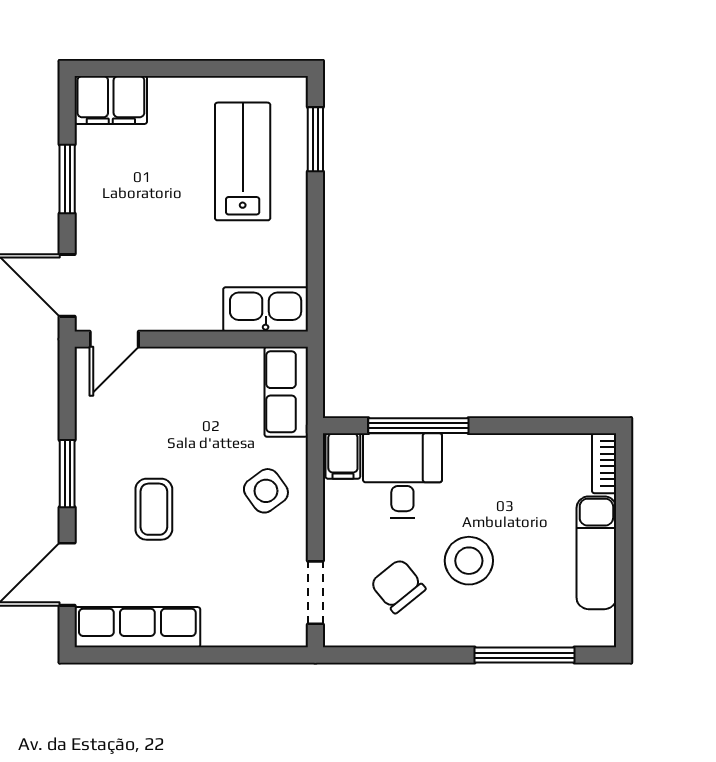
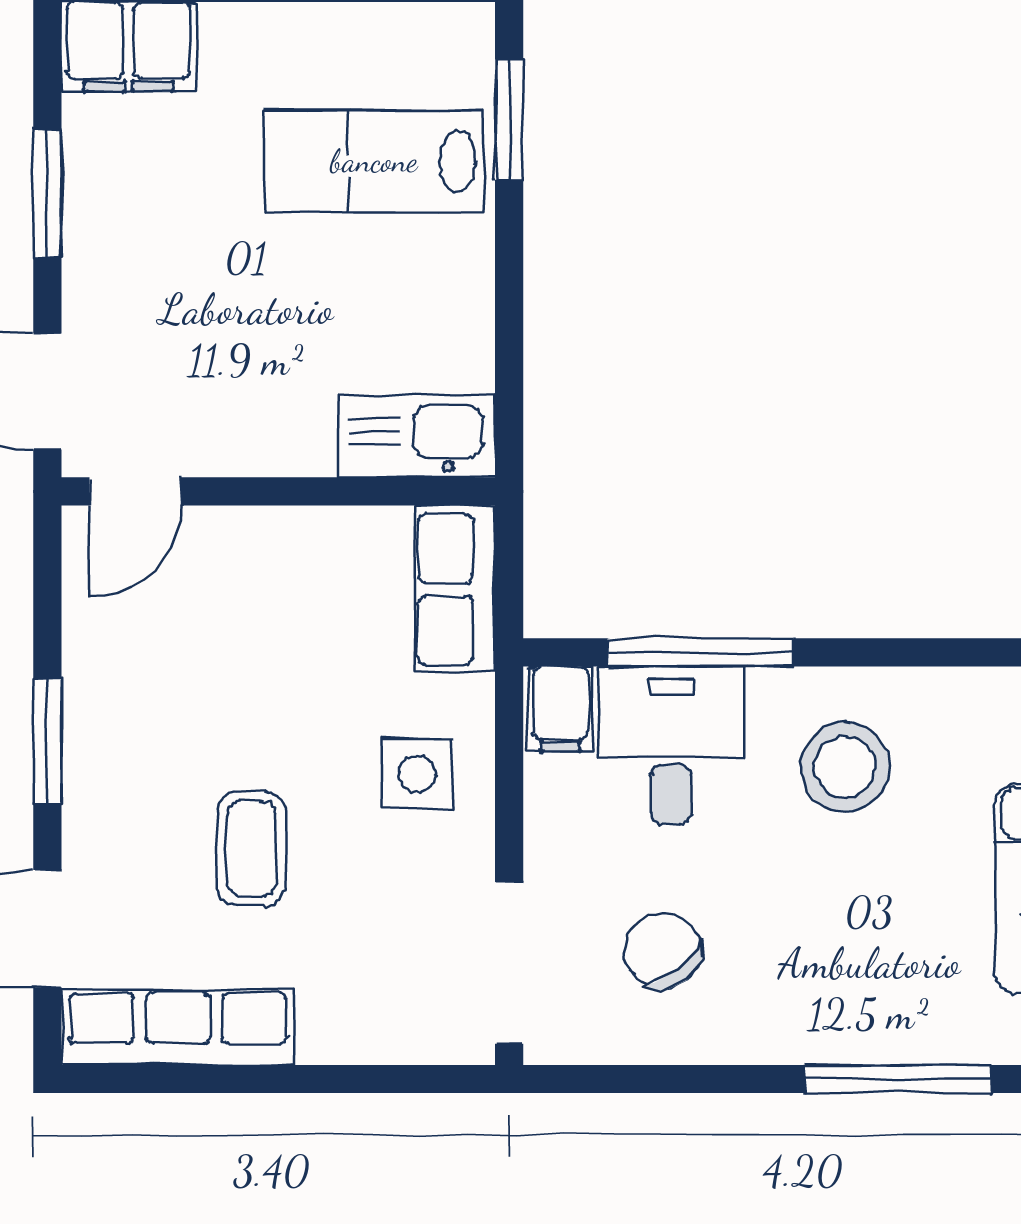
lab bench: (243, 161) -> (374, 161), turned -90
side table: (266, 491) -> (417, 774), turned 36
coffee table: (154, 509) -> (251, 849), moved
stool: (469, 561) -> (845, 767), moved
doorway: (315, 593) -> (509, 963), width x1.38

